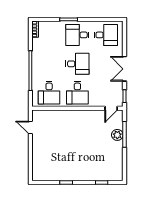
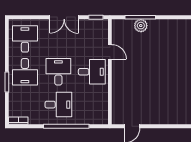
desk: (49, 93) -> (58, 105), moved
door: (111, 108) -> (110, 52), moved

